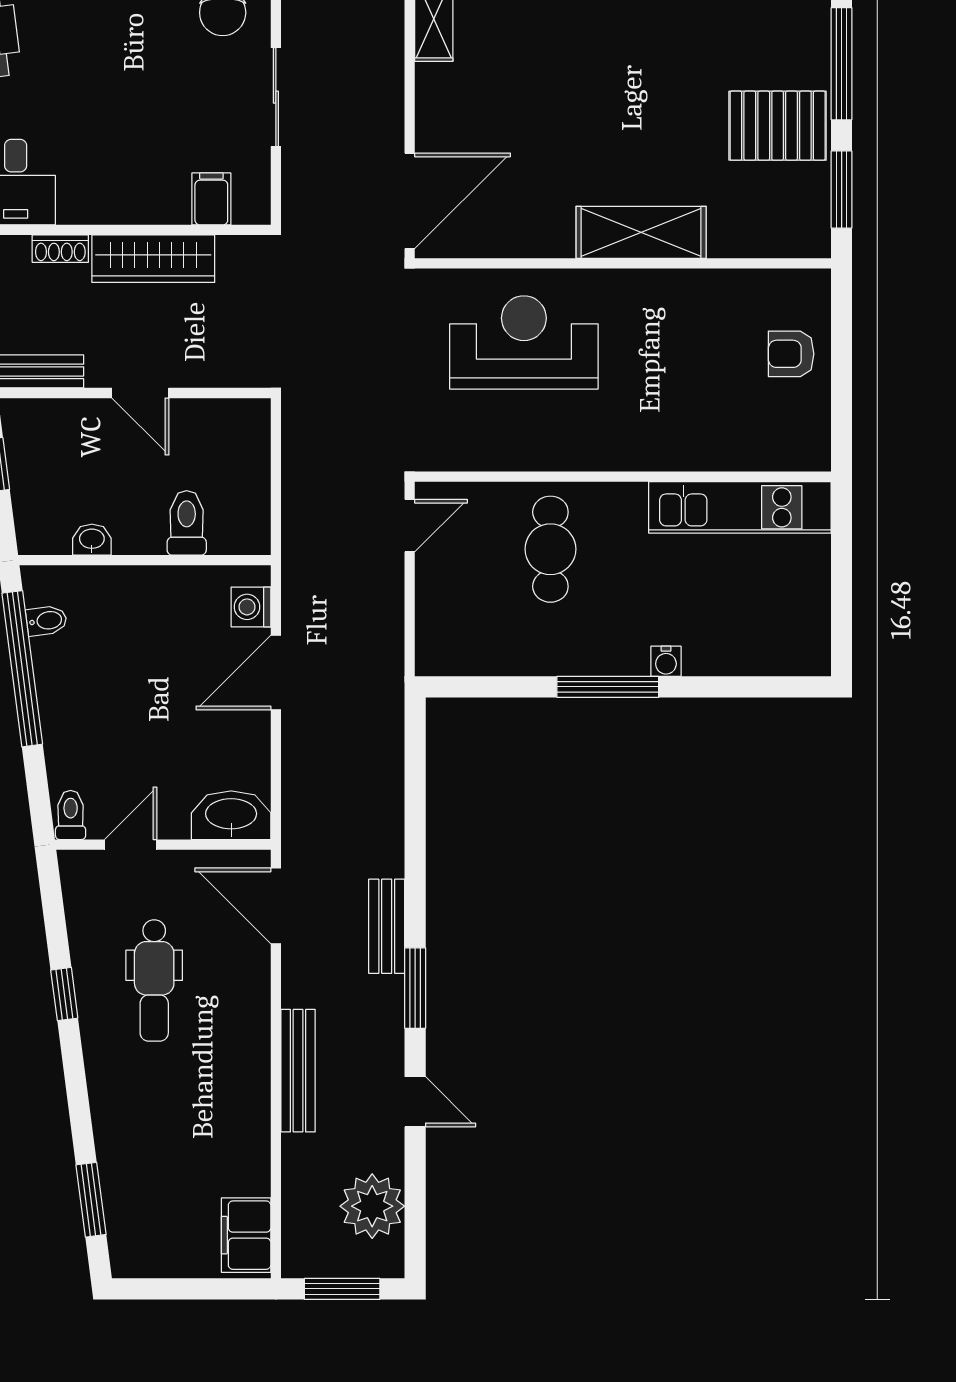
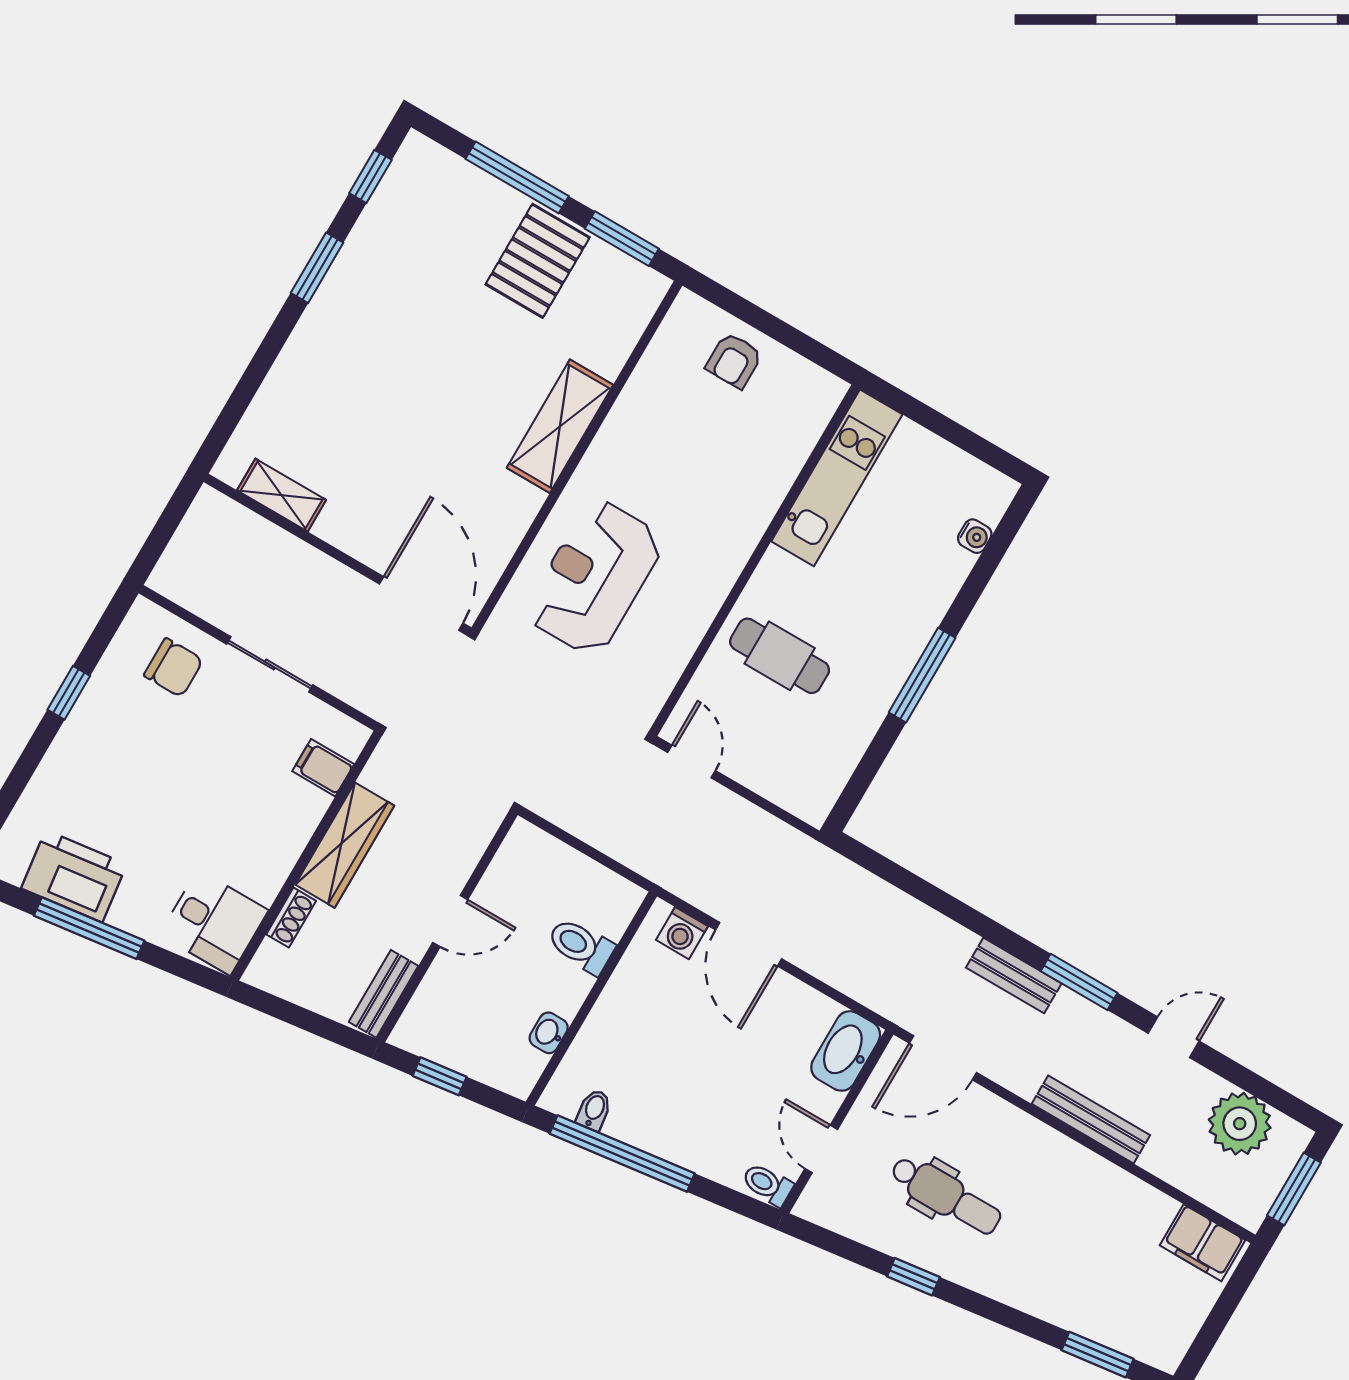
water cooler: (666, 661) -> (975, 536), moved

